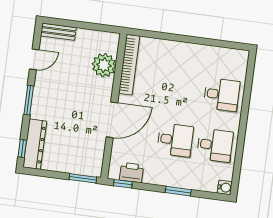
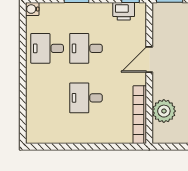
desk: (222, 95) -> (86, 98), moved
door: (112, 120) -> (149, 60), width x0.73

